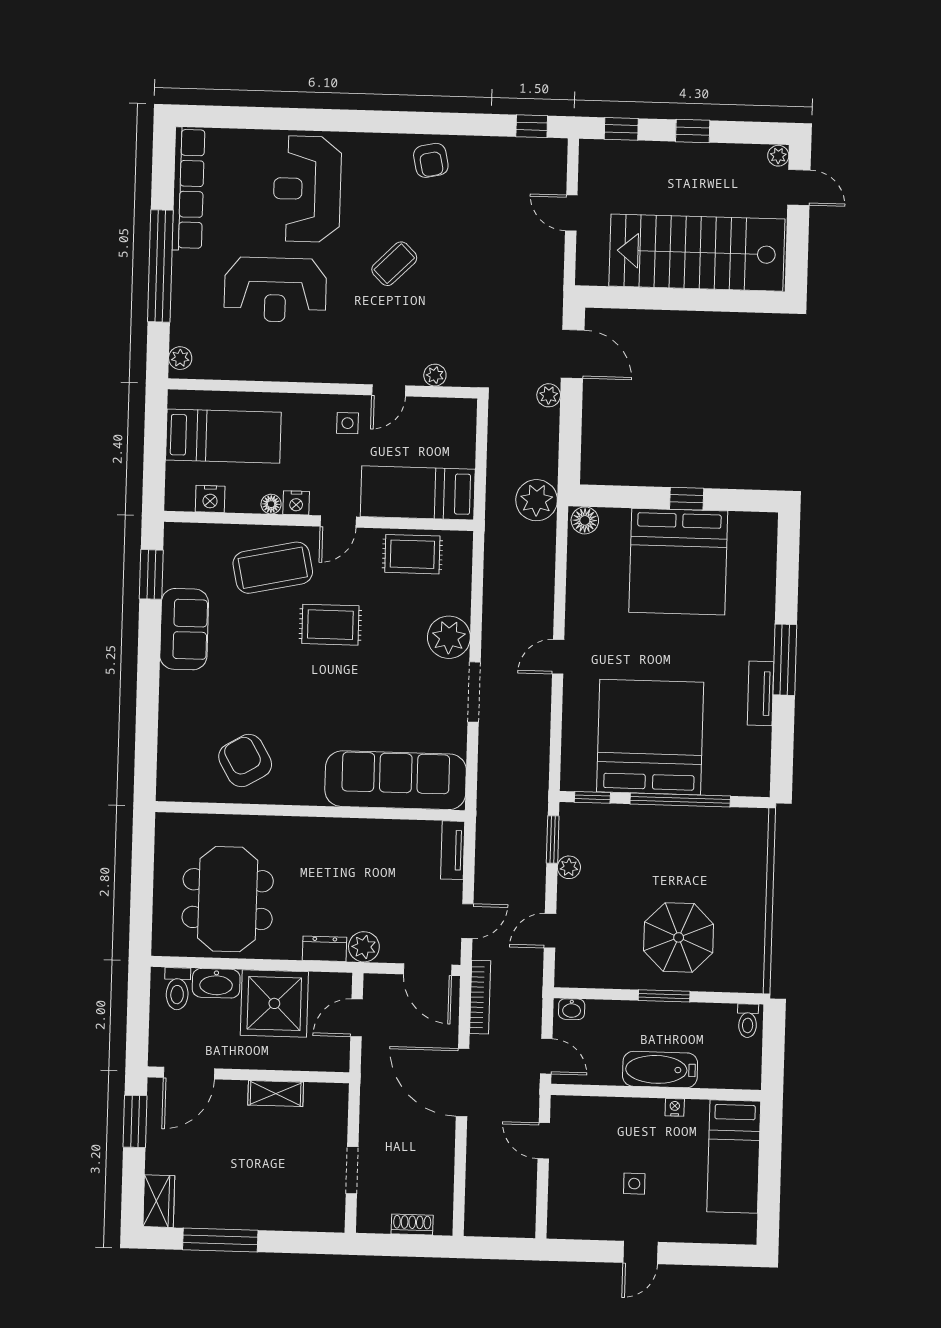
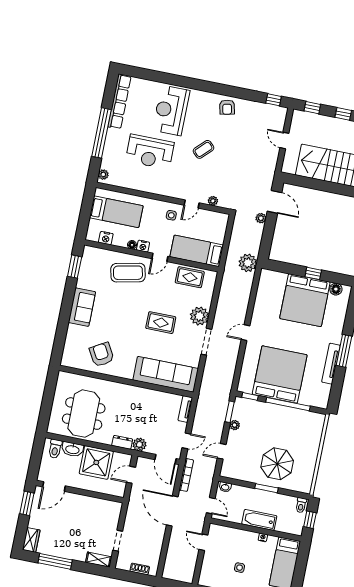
floor lamp: (585, 520) -> (336, 289), moved
rug: (330, 625) -> (161, 323), moved
sofa: (184, 629) -> (82, 307), moved
tv unit: (761, 693) -> (331, 364), width x1.41
window: (773, 1050) -> (310, 520), added
shelving: (276, 1094) -> (98, 560), moved

